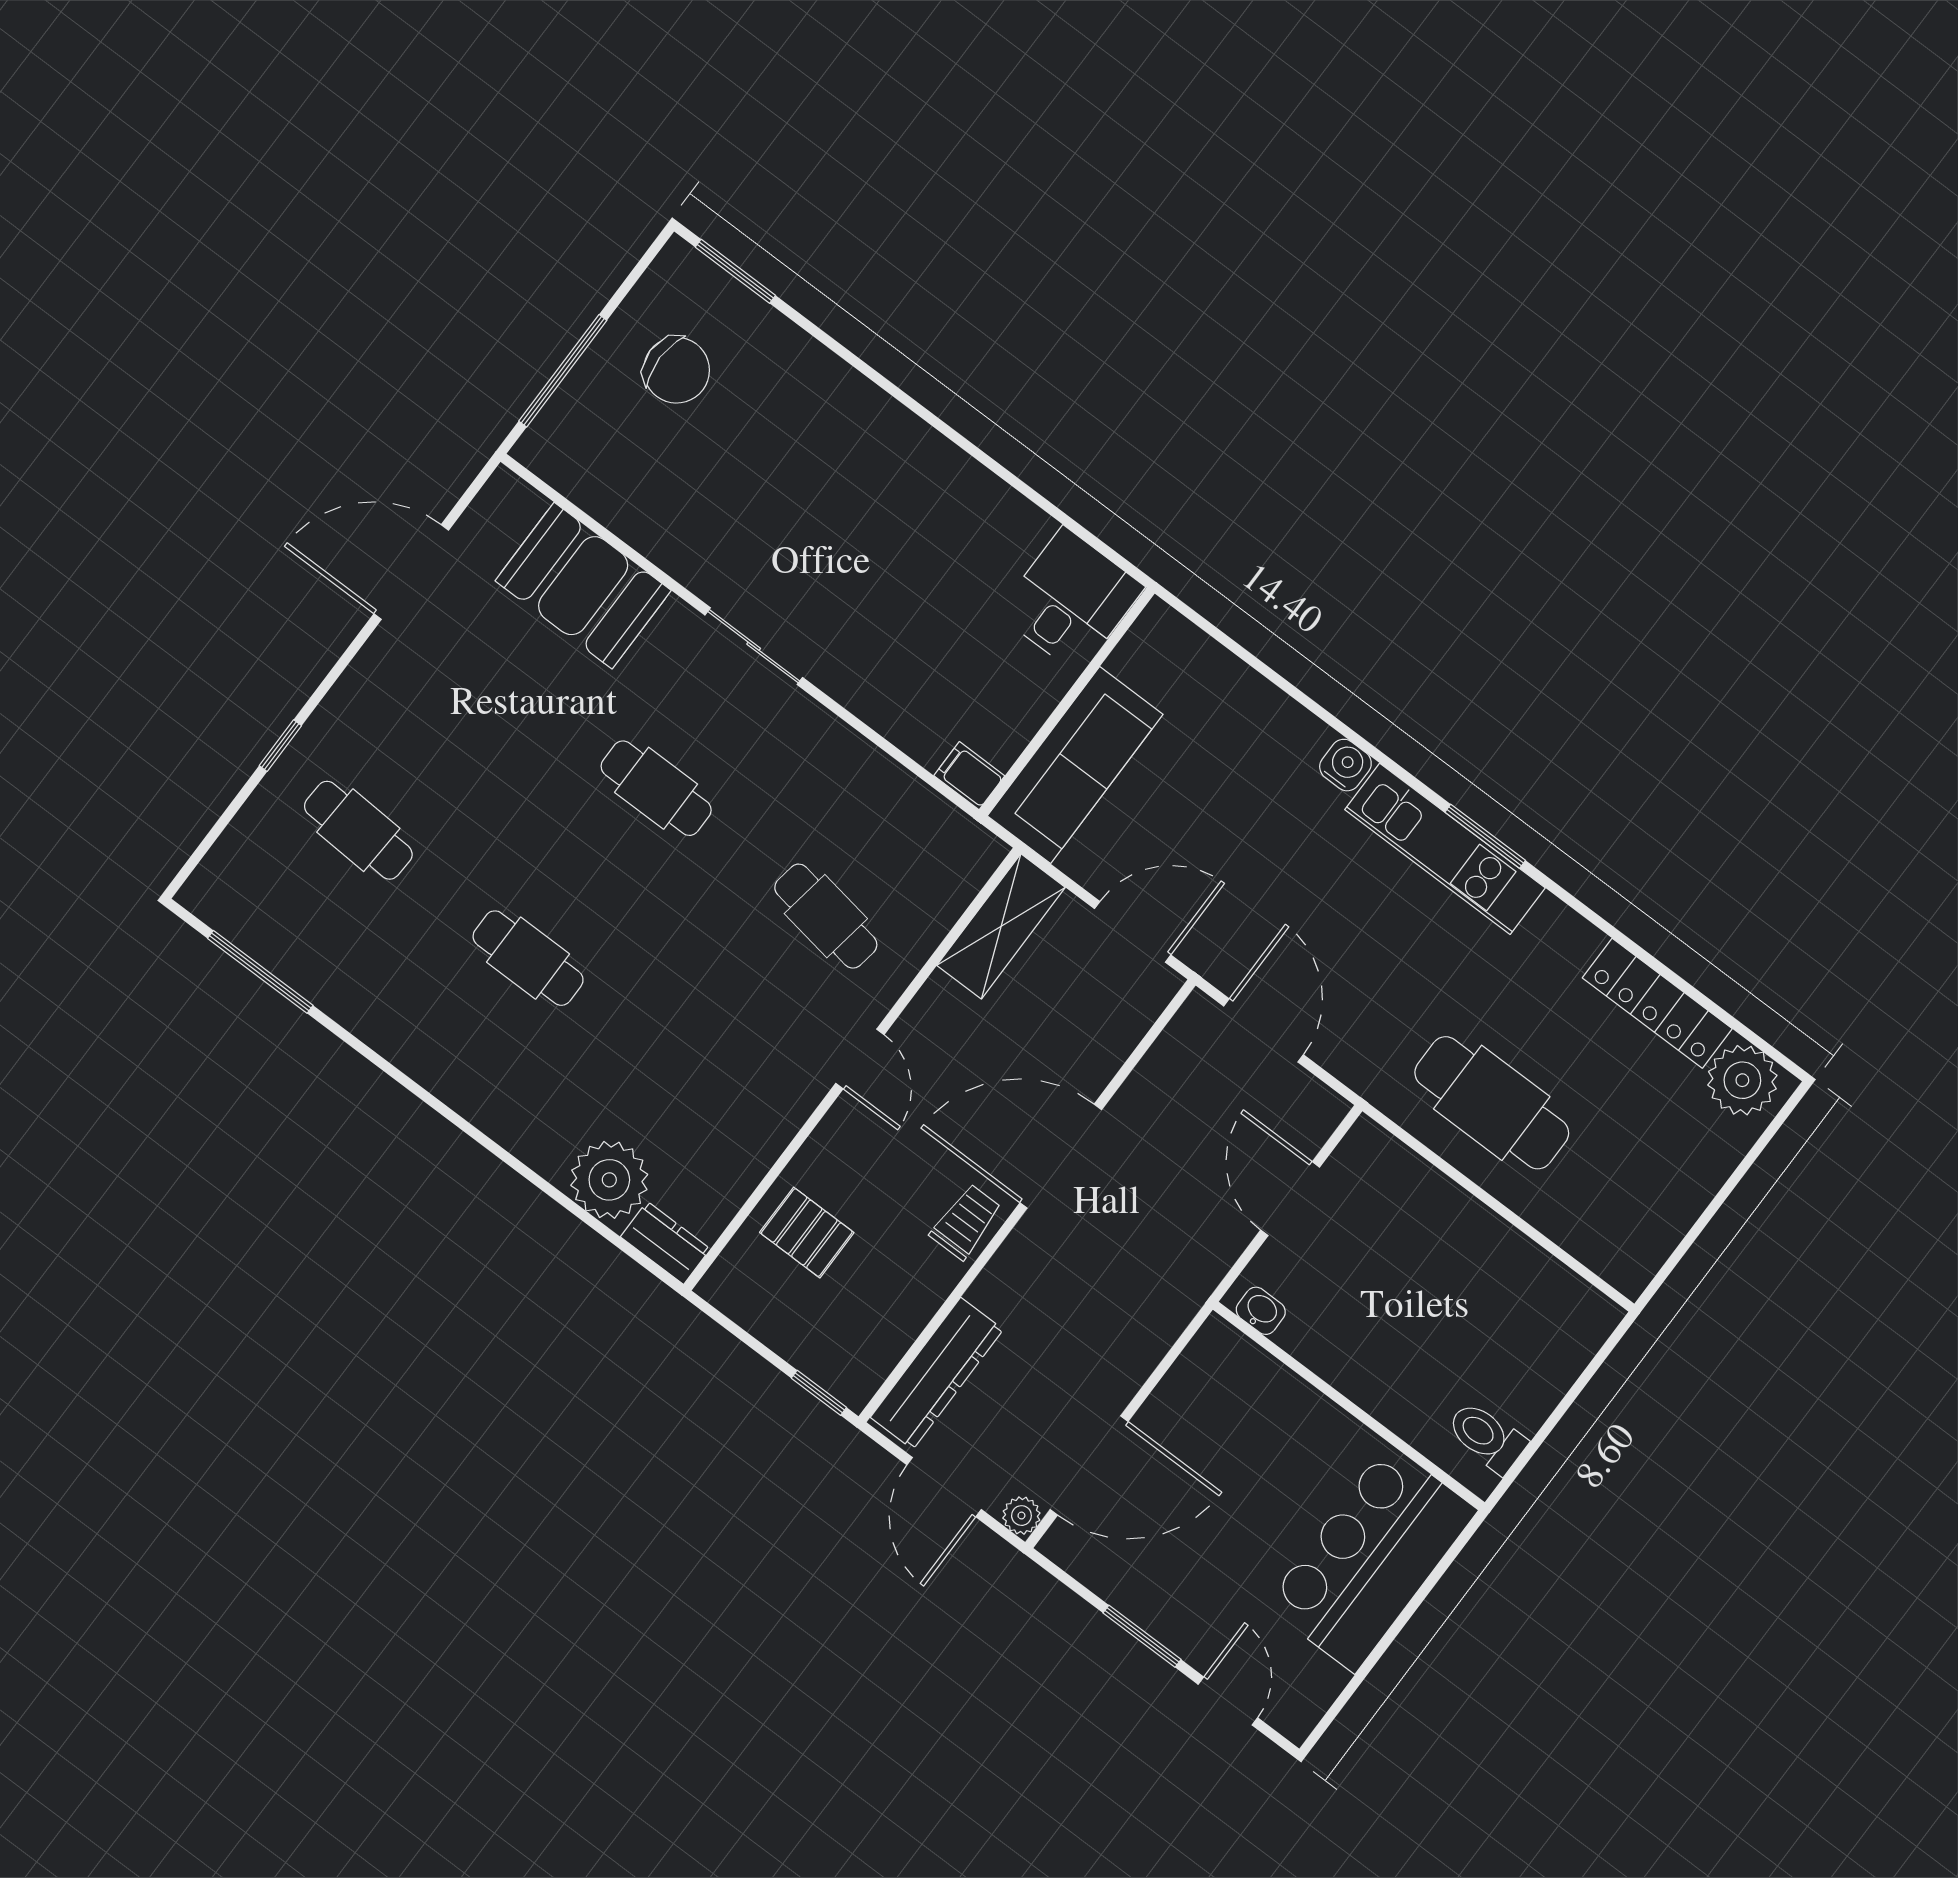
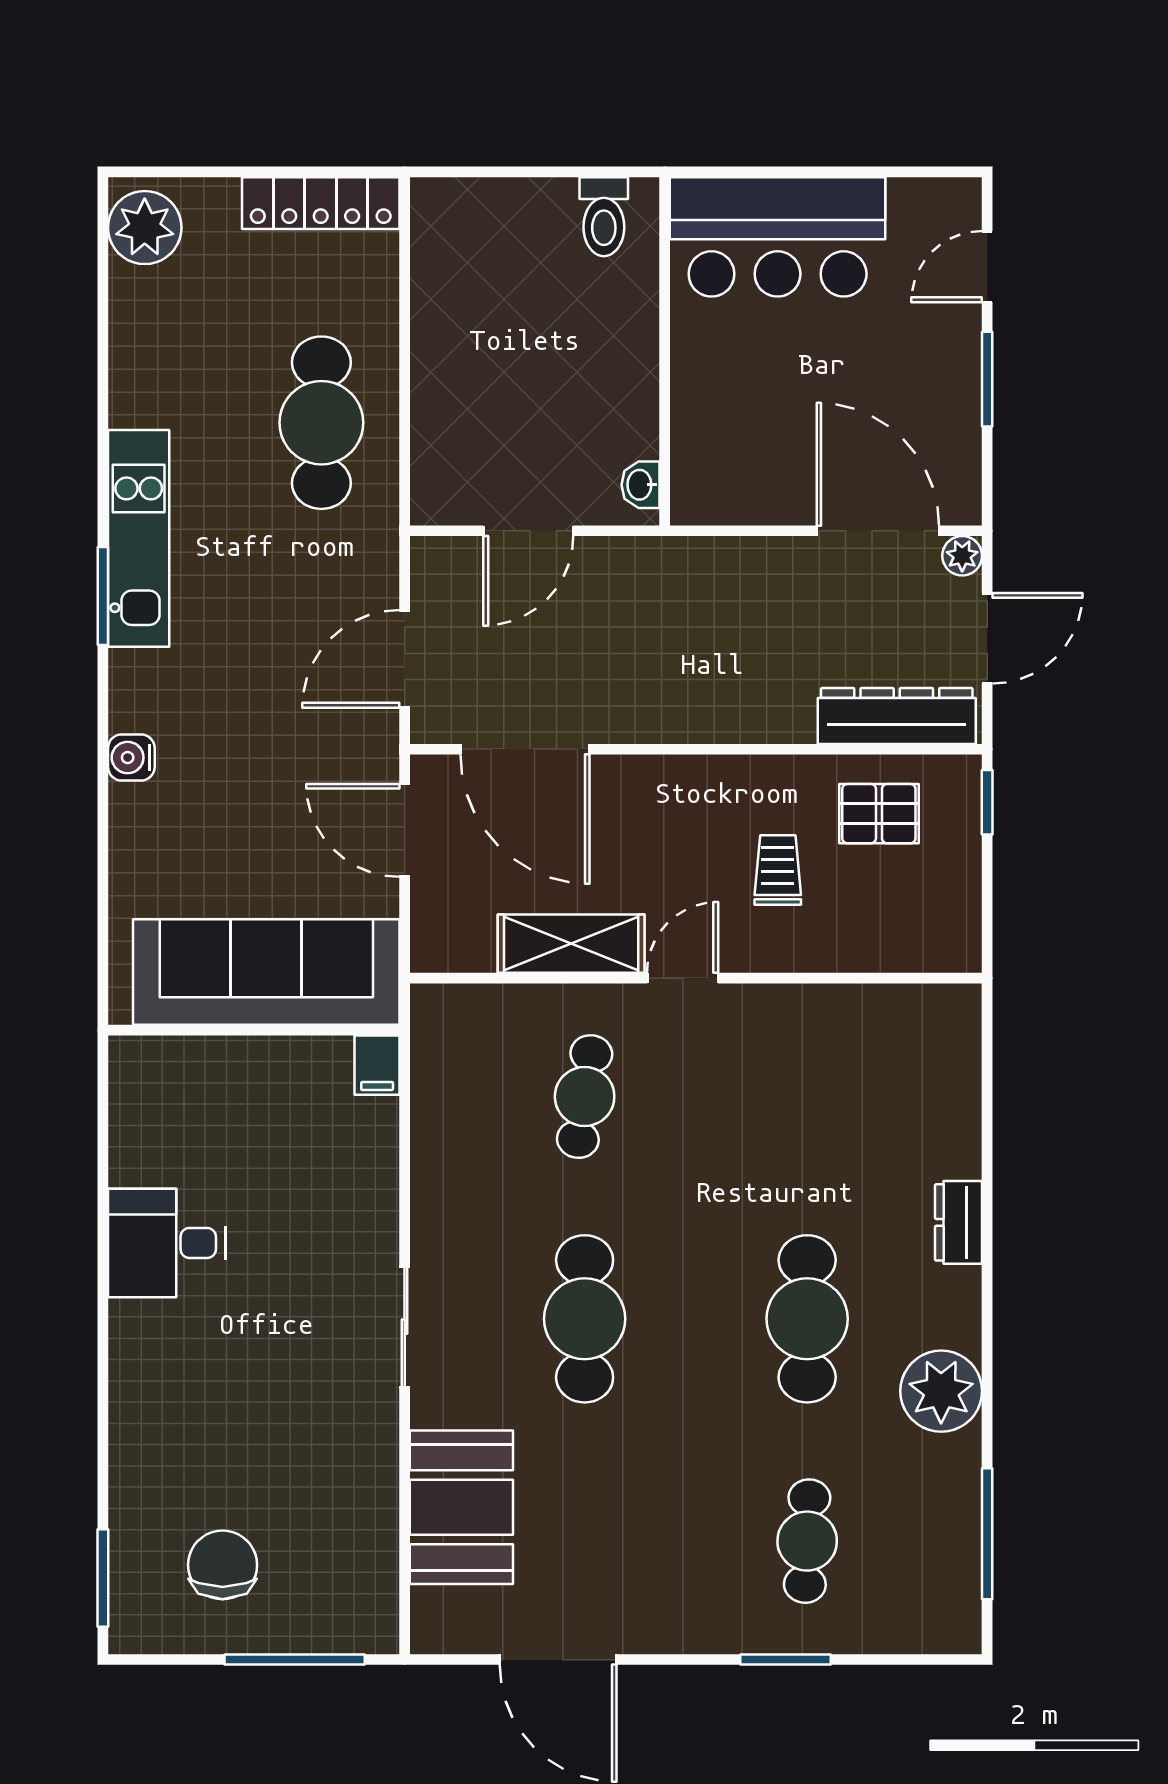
desk: (1071, 600) -> (167, 1243), moved
window: (280, 746) -> (786, 1660), width x1.50
sofa: (1075, 765) -> (266, 972), width x1.36, depth x1.27
cafe table: (656, 788) -> (585, 1319), width x1.37, depth x1.35
kitchen unit: (1445, 849) -> (139, 538), moved
shelving: (1001, 926) -> (571, 944), moved
cafe table: (528, 958) -> (807, 1319), width x1.37, depth x1.35
locker: (1657, 1003) -> (321, 203), moved, turned 90
door: (1061, 1156) -> (525, 749), moved
plant: (609, 1180) -> (941, 1391), moved
trolley: (966, 1222) -> (778, 870), moved, turned 90
pallet: (807, 1233) -> (879, 814), moved, turned 90
dresser: (665, 1243) -> (959, 1222), moved

